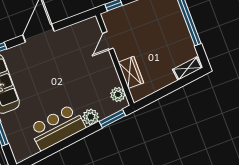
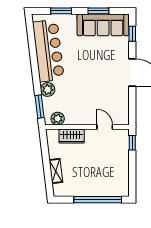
shelving: (188, 69) -> (56, 171), moved
bar counter: (57, 127) -> (48, 51), width x1.36

